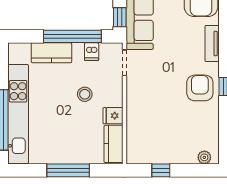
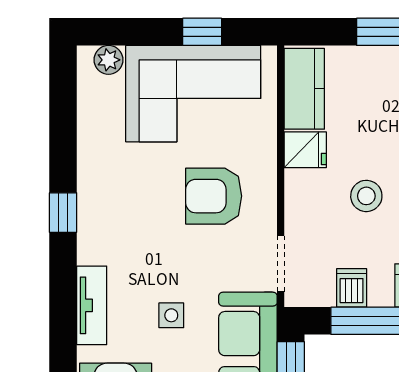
side table: (175, 39) -> (171, 315), added
armchair: (200, 88) -> (214, 196), moved, turned 90
corner sofa: (165, 142) -> (193, 94), added

